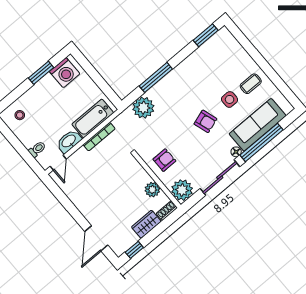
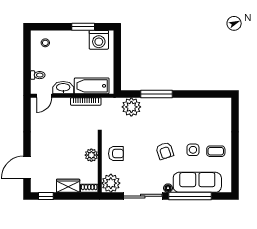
window: (206, 35) -> (213, 94), removed
plant: (152, 190) -> (91, 155), moved

